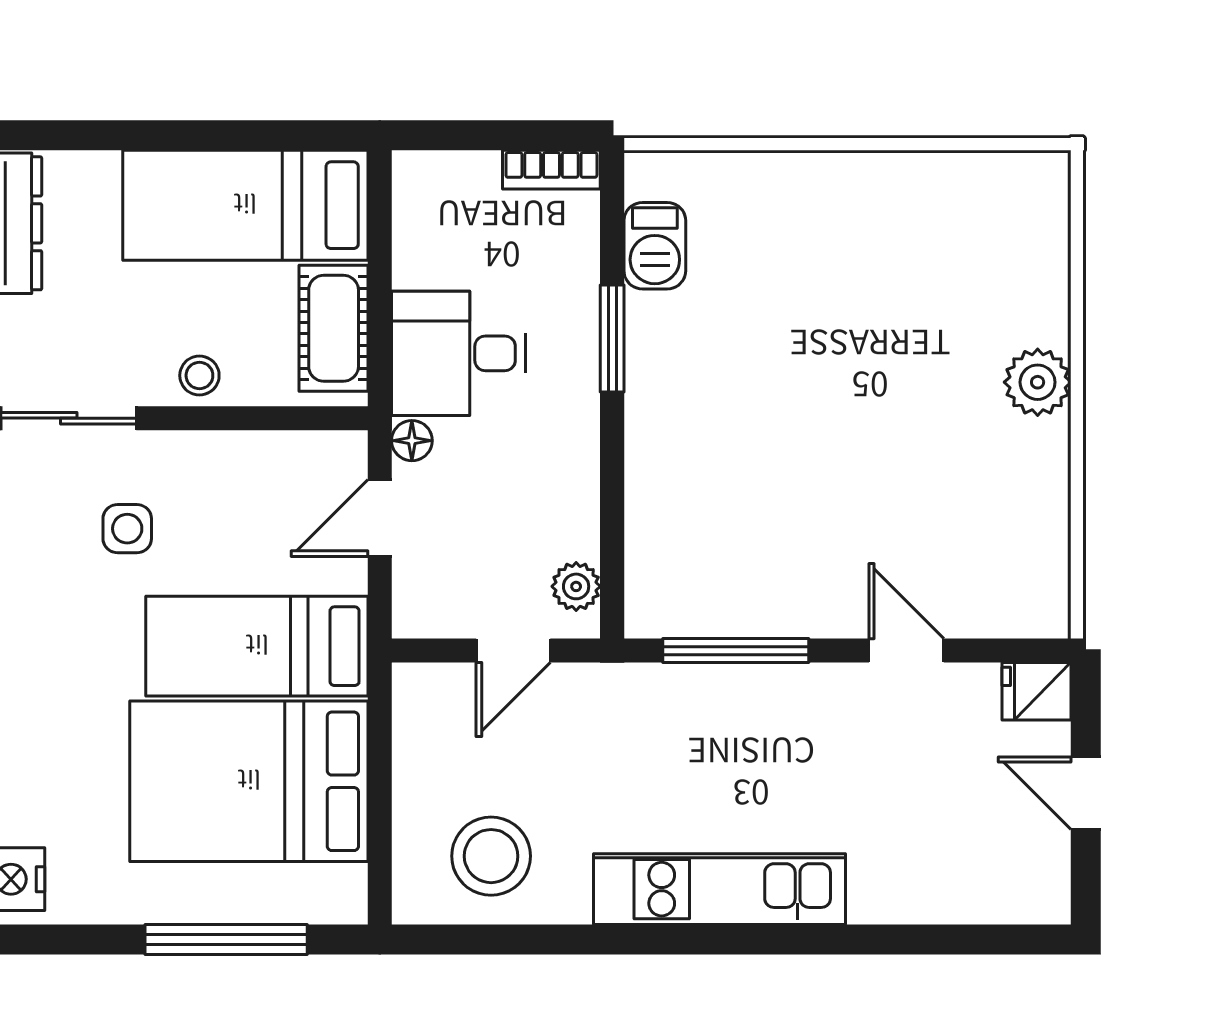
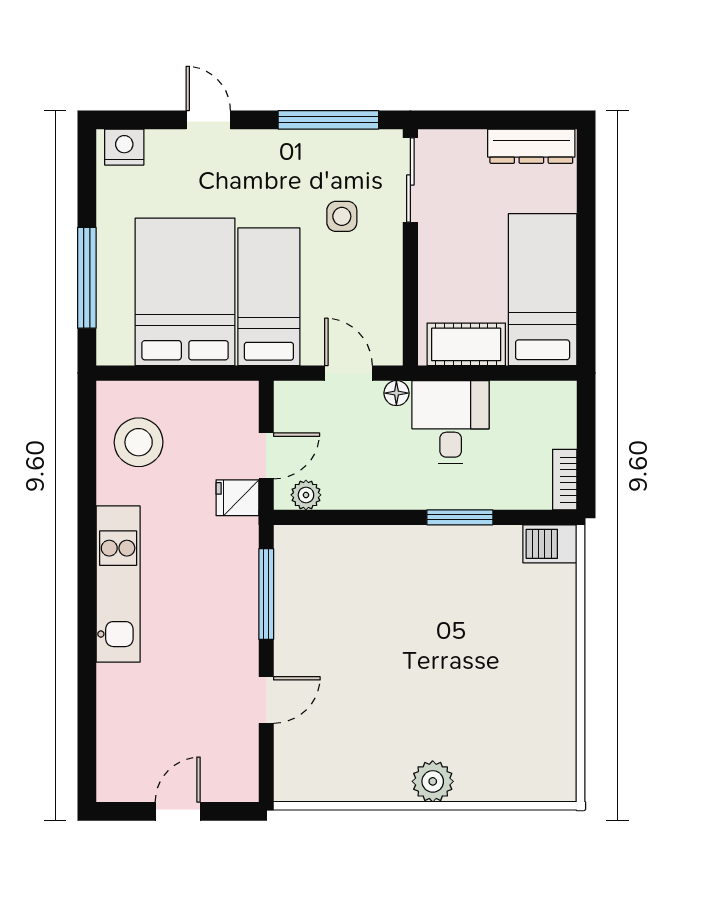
barbecue: (655, 246) -> (550, 544), moved
stool: (199, 375) -> (437, 261), removed
door: (513, 651) -> (266, 456), swing flipped
fridge: (1036, 691) -> (237, 498), moved, turned -90

